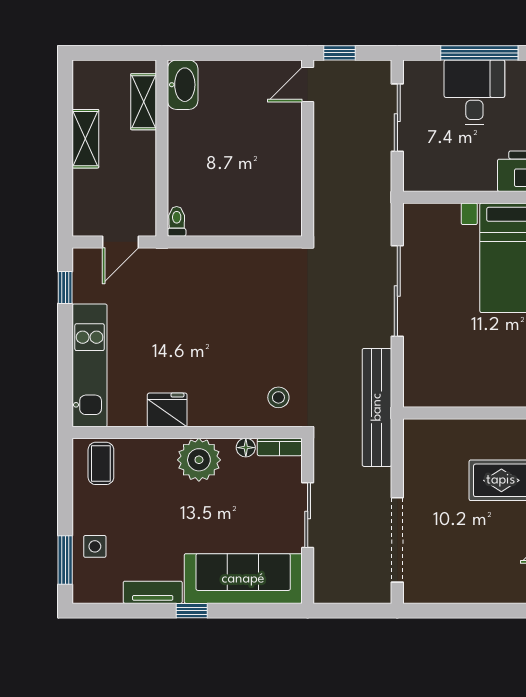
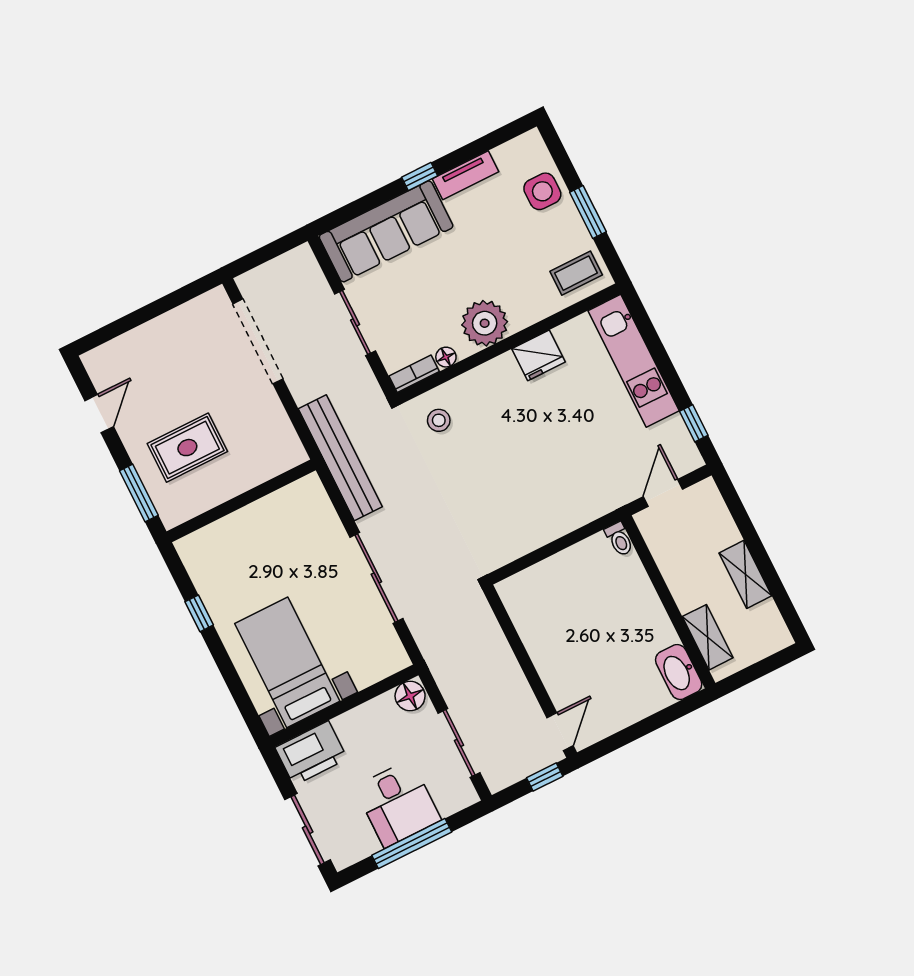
floor lamp: (419, 178) -> (410, 696), added
coffee table: (101, 463) -> (576, 273), turned 90
side table: (95, 546) -> (542, 191), width x1.37, depth x1.37
window: (65, 560) -> (588, 212), moved

